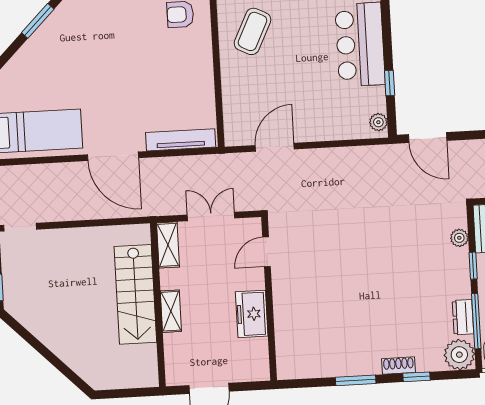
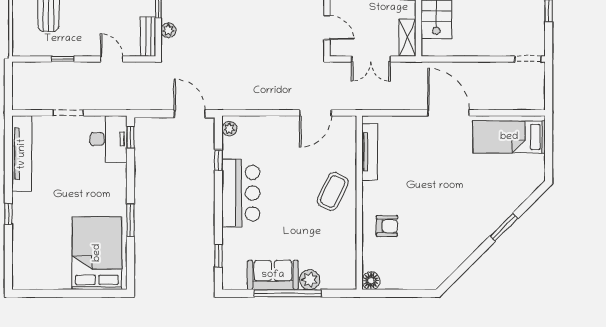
coffee table: (252, 31) -> (333, 191), moved
tv unit: (181, 140) -> (370, 152), moved, turned -90
door: (267, 252) -> (327, 28), hinge flipped

